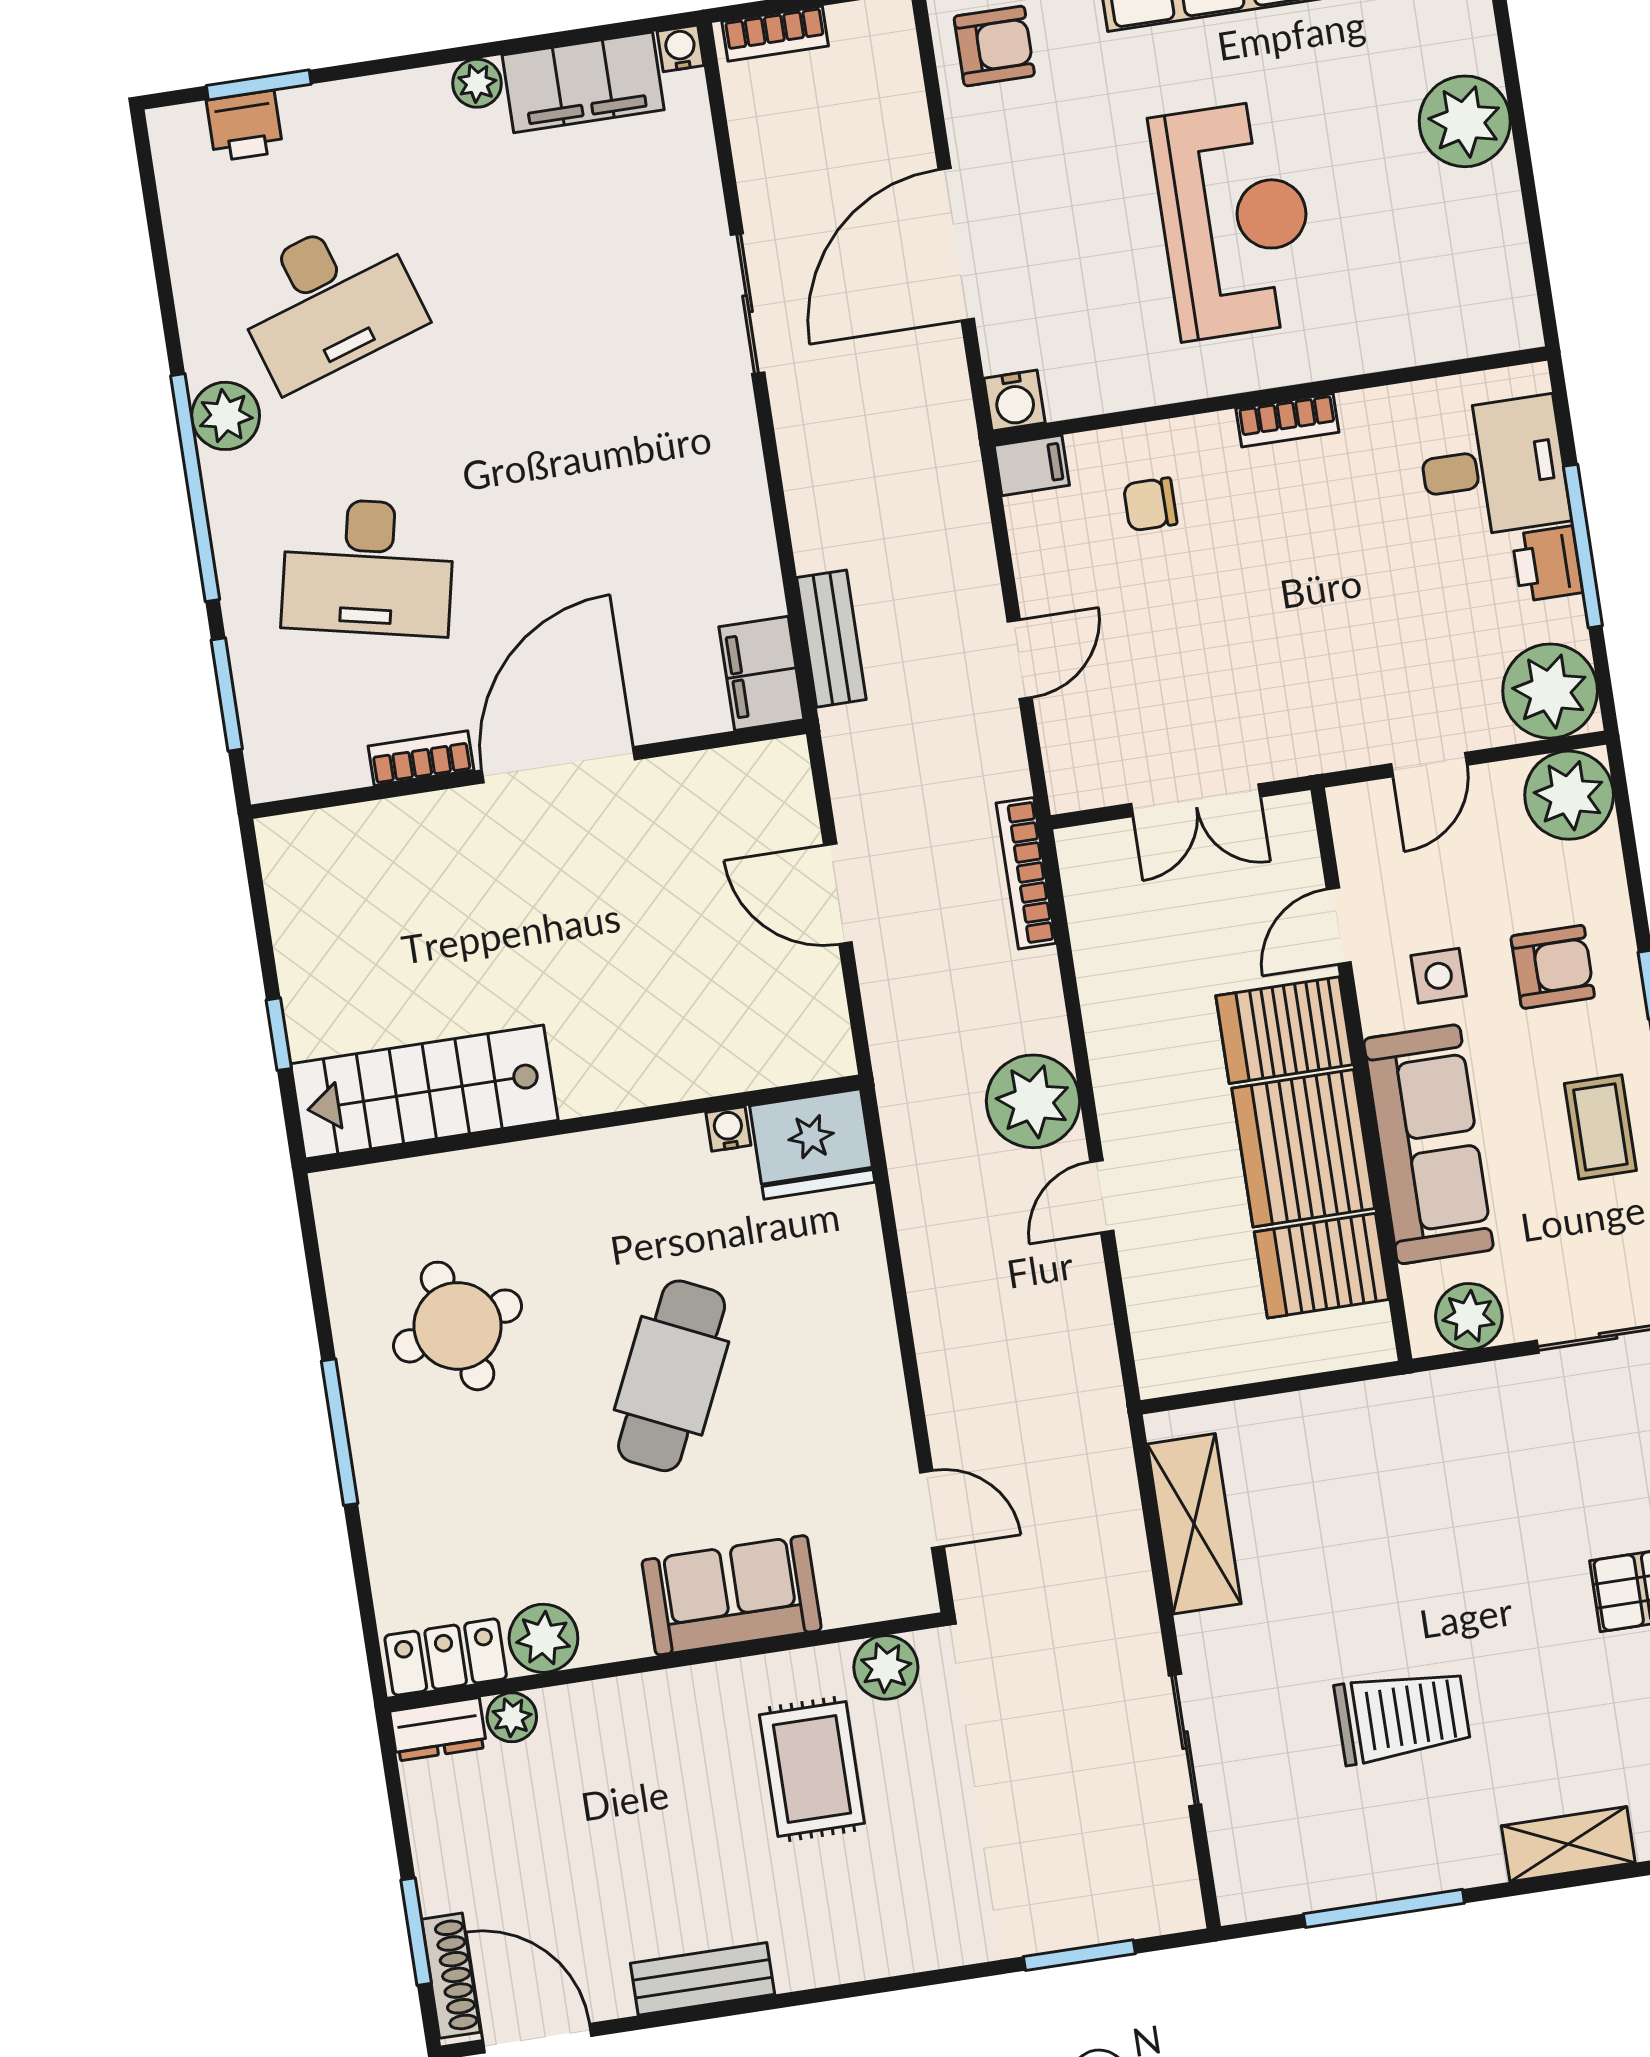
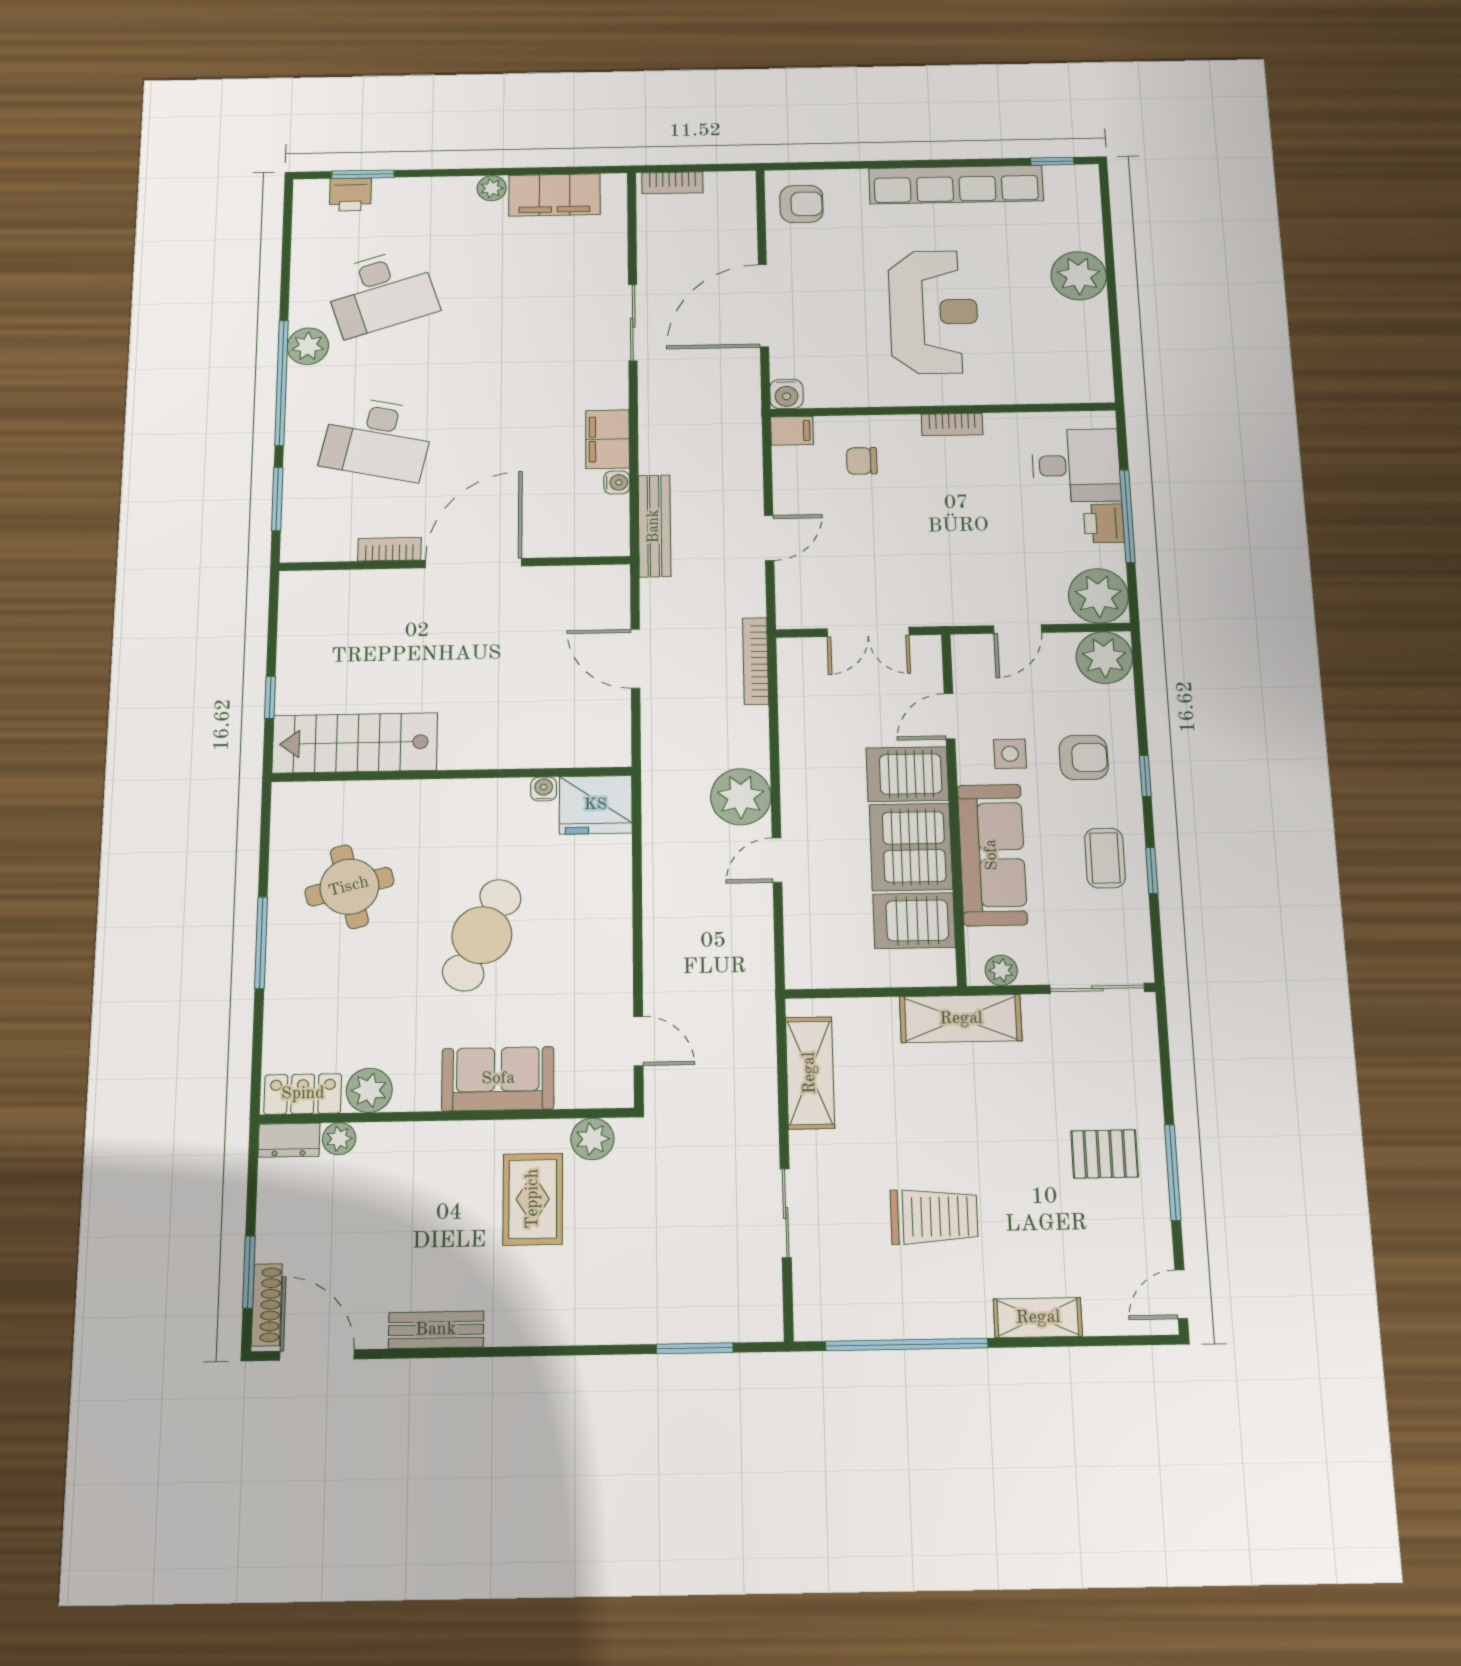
water cooler: (680, 48) -> (617, 482), moved, turned 90
bench: (831, 639) -> (654, 526), width x1.36
filing cabinet: (761, 673) -> (608, 439), moved
plant: (1469, 1316) -> (1001, 970), width x0.73, depth x0.73
shelving: (1409, 1410) -> (961, 1019), added
window: (1384, 1908) -> (907, 1344), width x1.46

